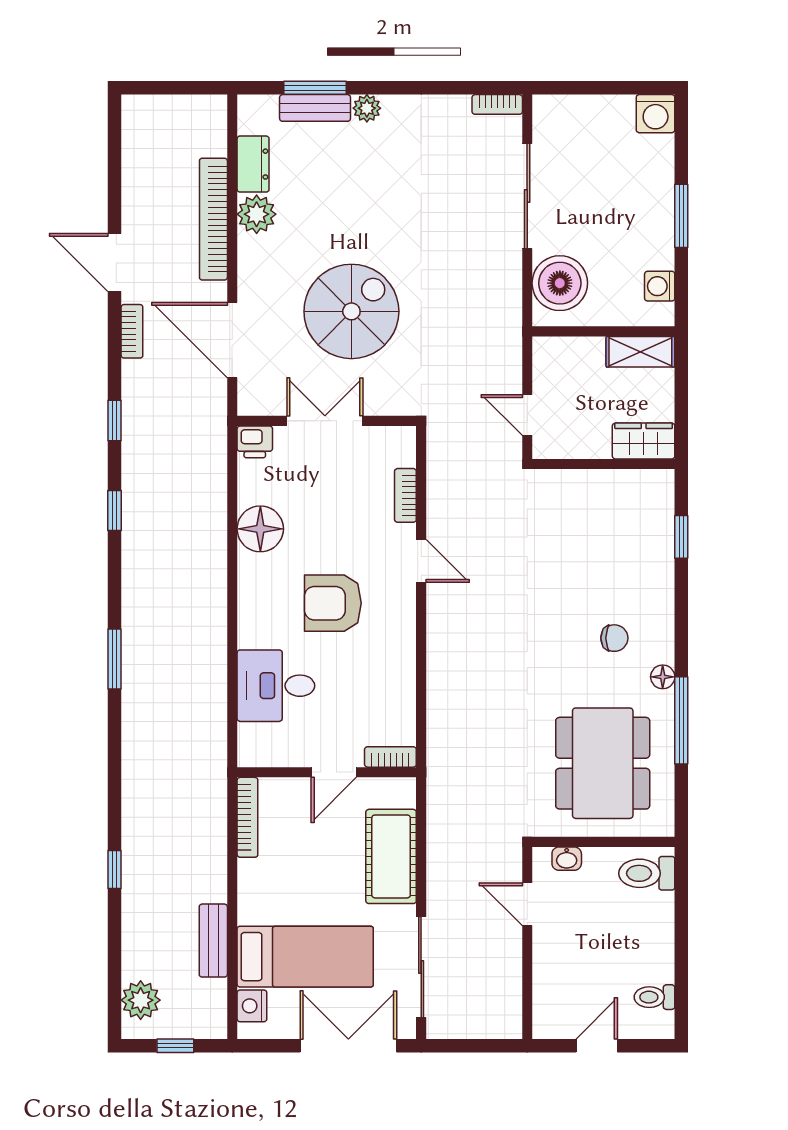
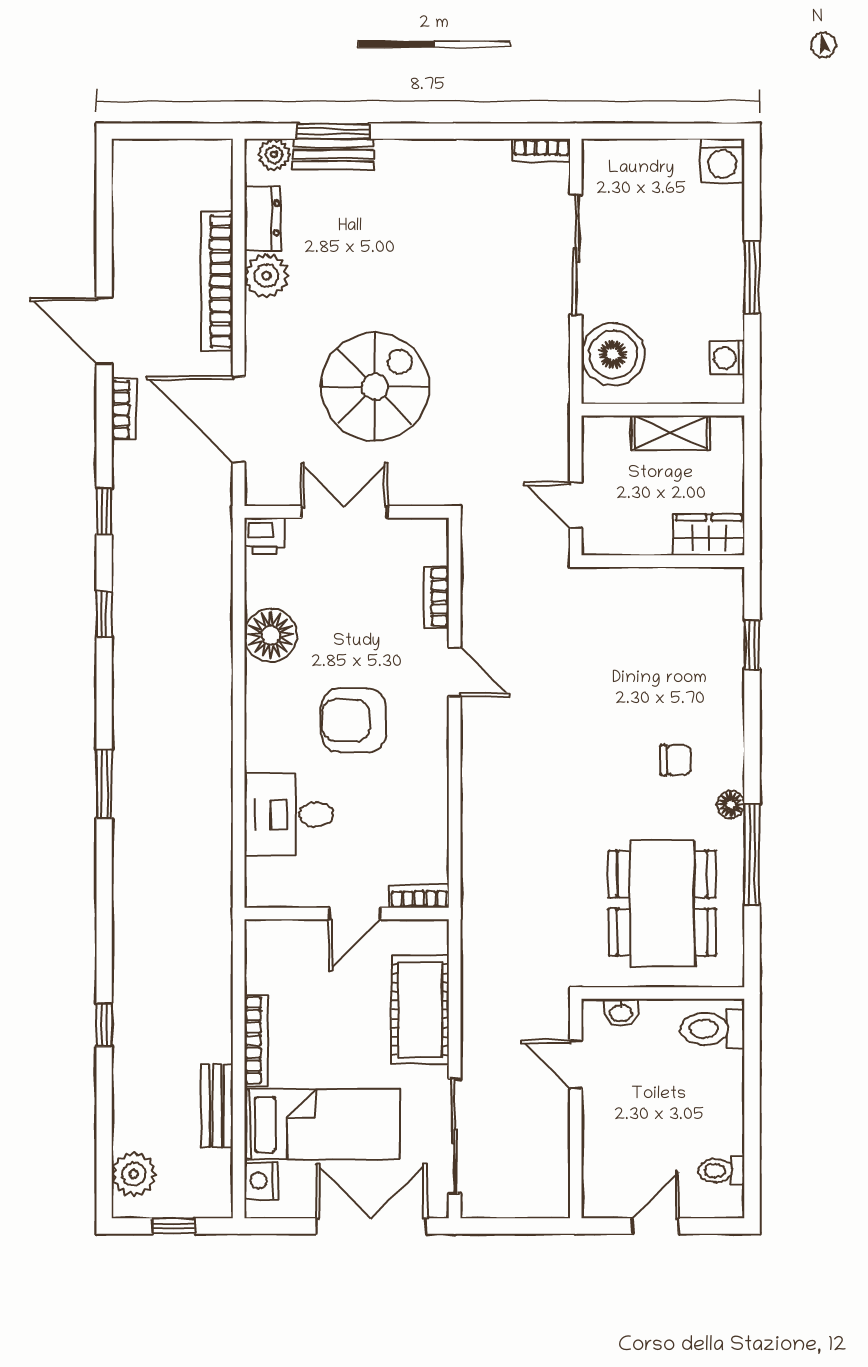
plant: (367, 108) -> (274, 154), moved
shelving: (640, 352) -> (671, 433), moved
bookcase: (247, 817) -> (256, 1040), moved

